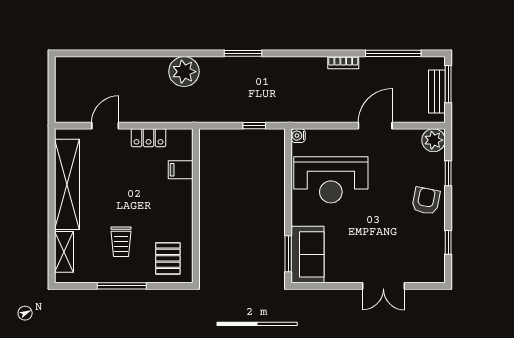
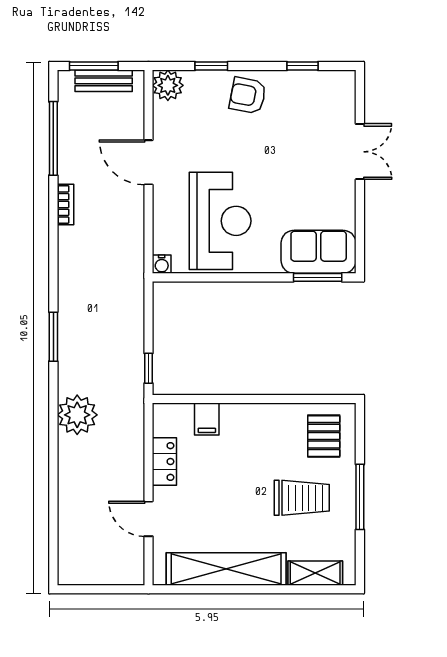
window: (254, 126) -> (148, 368), moved
trolley: (121, 242) -> (302, 498), width x1.36, depth x1.39
pallet: (168, 258) -> (324, 436), turned 90

